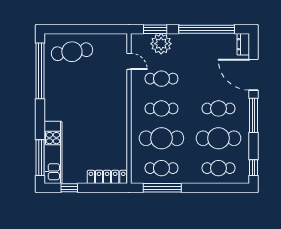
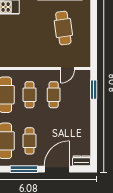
window: (207, 29) -> (94, 131), removed
plant: (161, 44) -> (82, 94), removed
cafe table: (72, 52) -> (63, 28), moved

